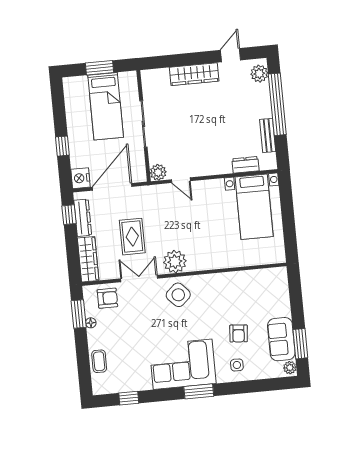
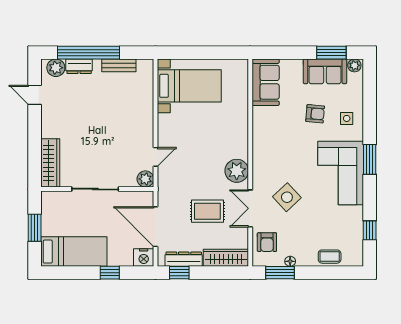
wardrobe: (194, 74) -> (50, 163), moved
bed: (106, 106) -> (74, 252), moved
dresser: (246, 165) -> (79, 66), moved, turned -90
sofa: (265, 282) -> (266, 82), added
side table: (178, 295) -> (287, 197), moved
armchair: (107, 298) -> (267, 242), turned 180

